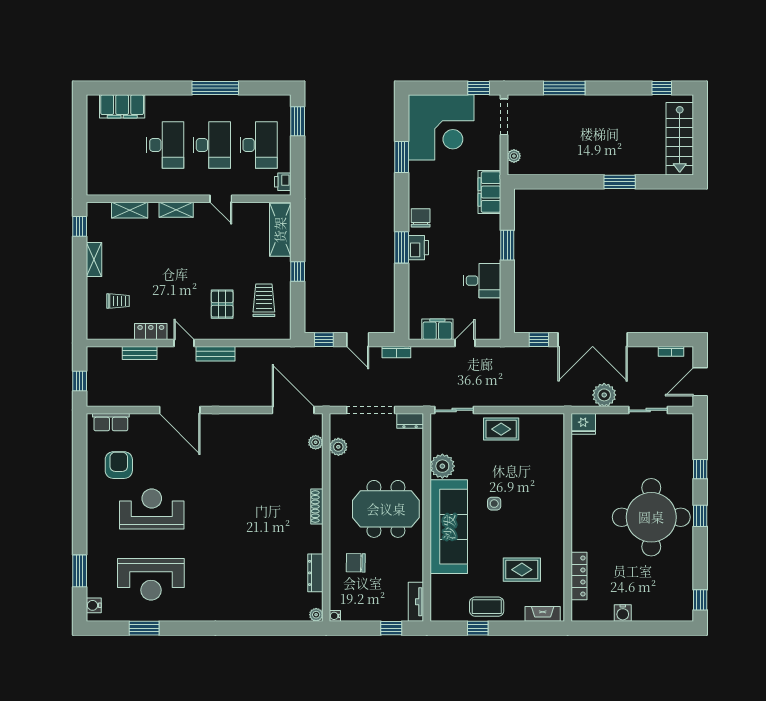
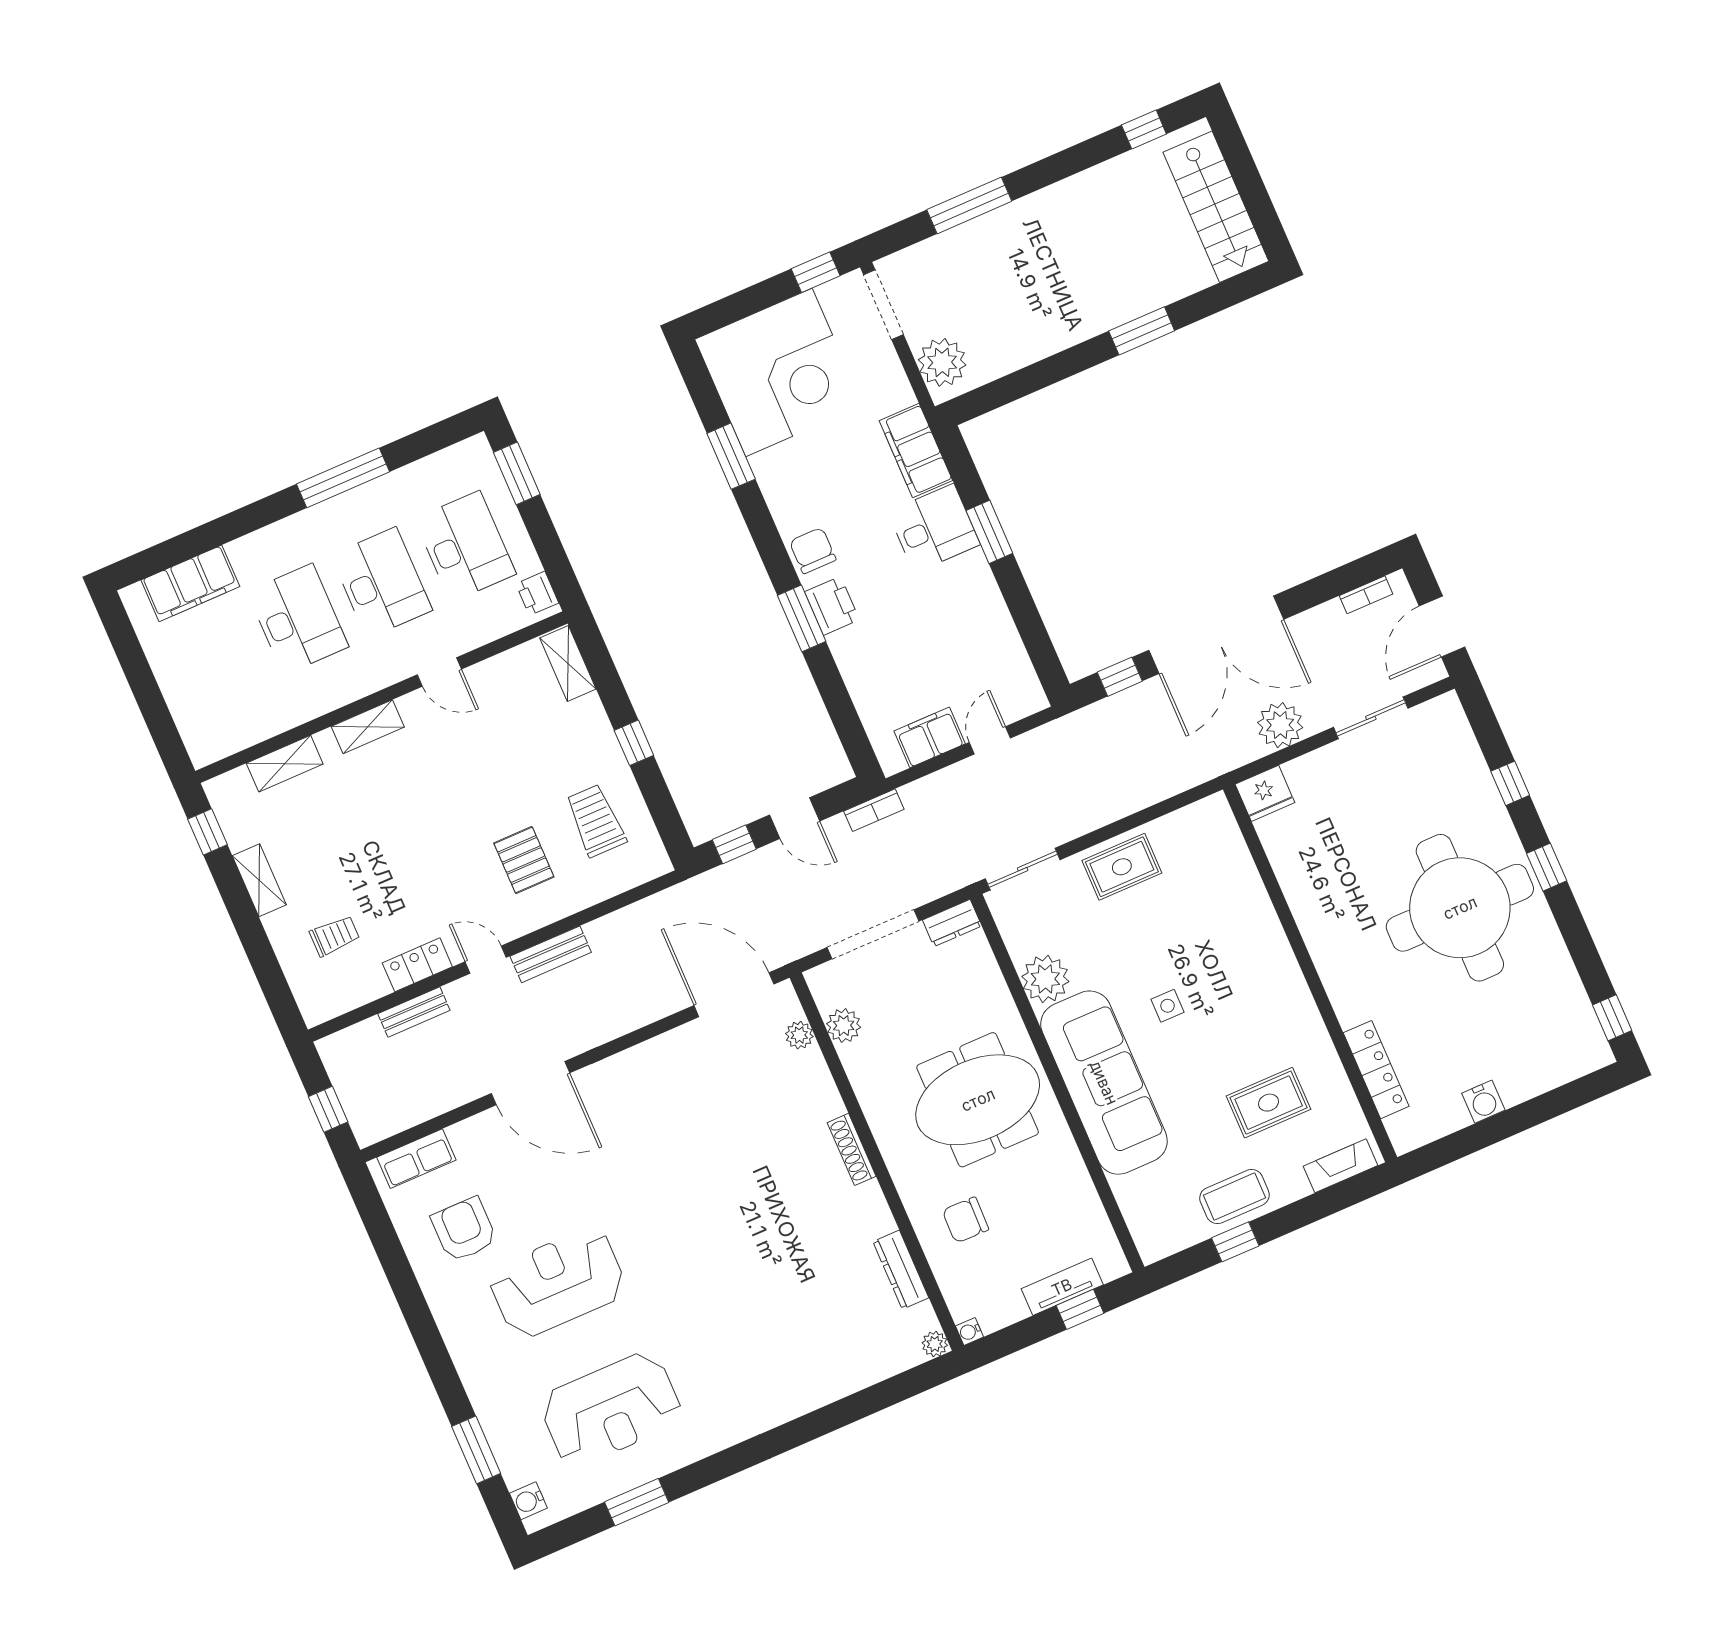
plant: (514, 156) -> (942, 362), width x1.88, depth x1.88
shelving: (280, 230) -> (568, 663), width x0.67, depth x0.75
desk: (482, 281) -> (934, 528), moved
tv unit: (416, 602) -> (1062, 1287), moved, turned 90

